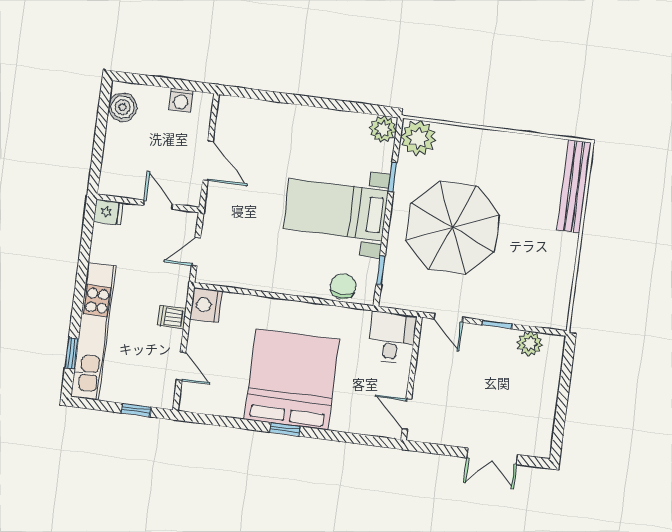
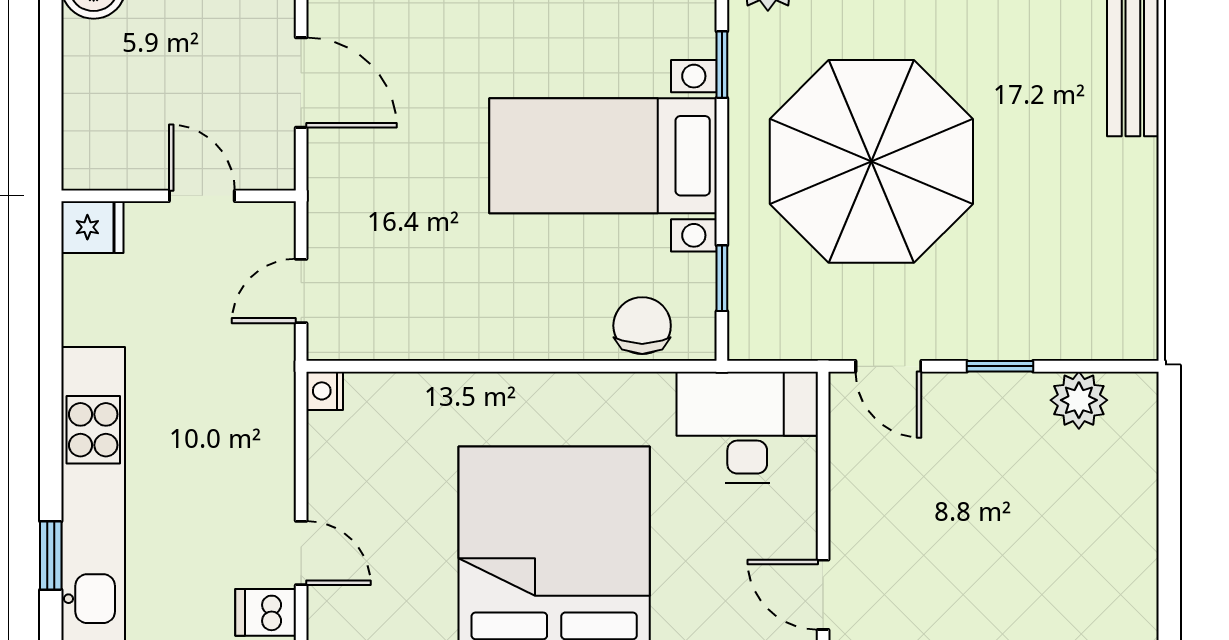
nightstand: (206, 305) -> (325, 391), width x0.53, depth x0.56
dishwasher: (172, 317) -> (266, 612), moved
desk: (392, 338) -> (747, 427), width x1.37

